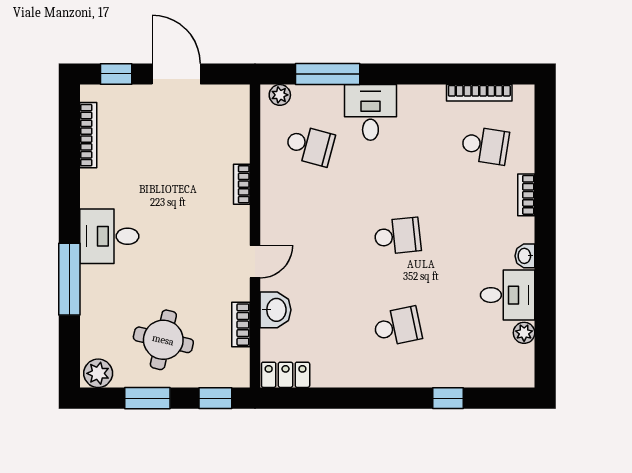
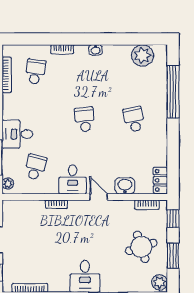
desk: (508, 295) -> (73, 179), moved, turned 180
bookcase: (241, 325) -> (147, 205), moved
plant: (524, 333) -> (142, 56), width x1.87, depth x1.87
round table: (163, 340) -> (141, 247), turned -31
window: (448, 398) -> (173, 92), width x3.17

